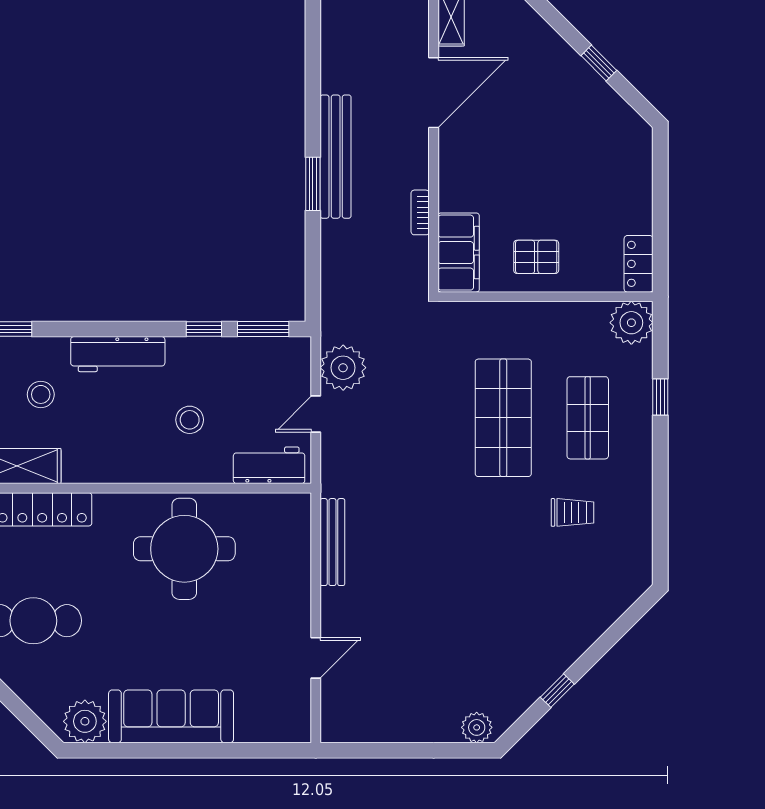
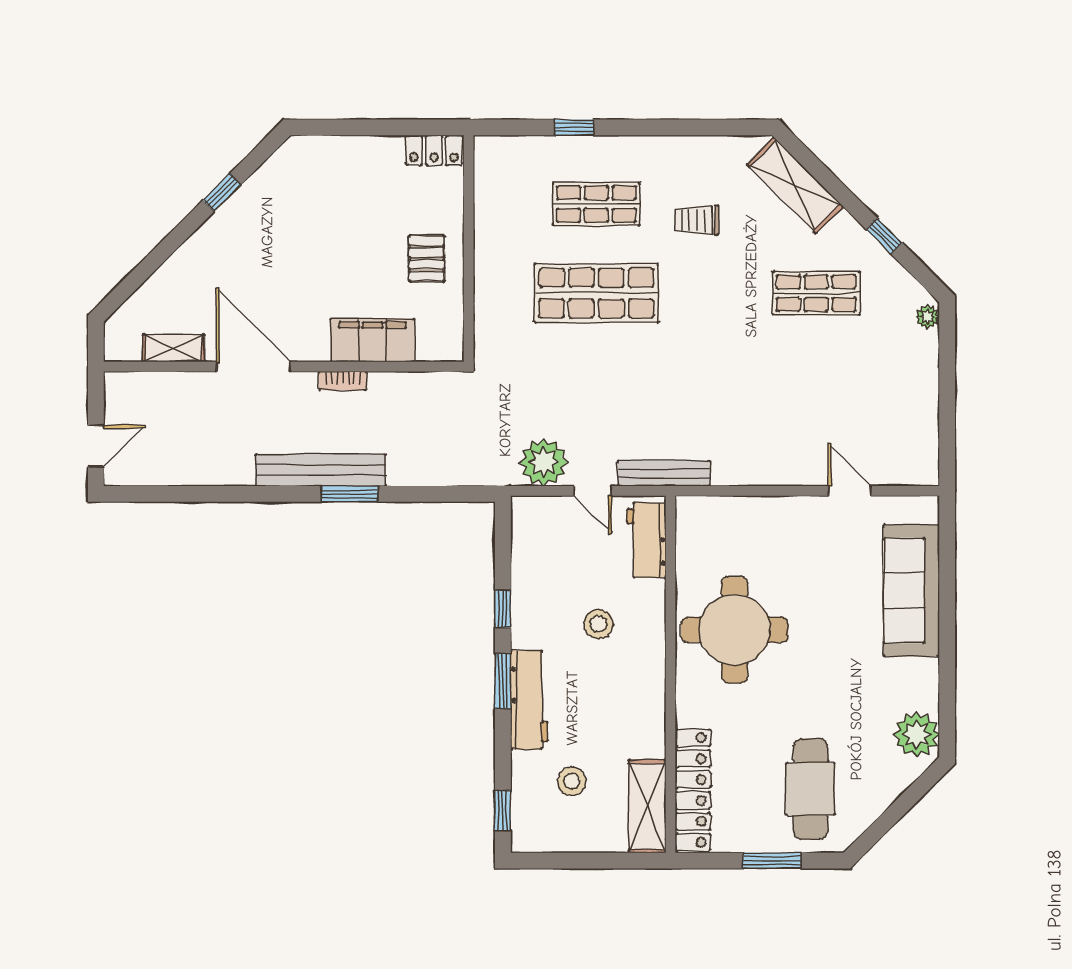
bookcase: (420, 212) -> (343, 381), moved
filing cabinet: (459, 253) -> (373, 340), moved
plant: (631, 323) -> (496, 158), removed
window: (263, 329) -> (503, 681), moved
trolley: (572, 512) -> (696, 220), turned -90
bench: (332, 542) -> (664, 473), moved
shelving: (605, 606) -> (795, 185), added
shop shelf: (503, 626) -> (816, 293), added
sofa: (171, 716) -> (911, 591), moved
plant: (477, 727) -> (928, 317), width x0.73, depth x0.73

